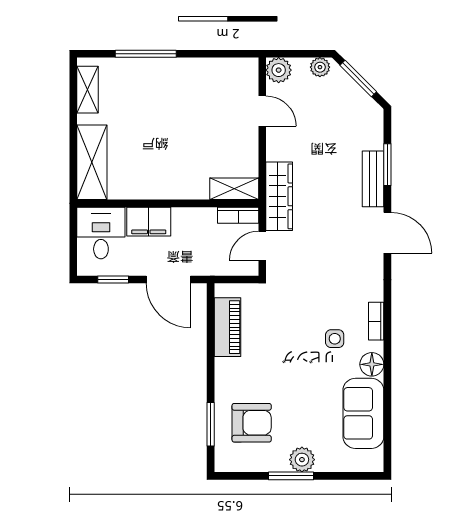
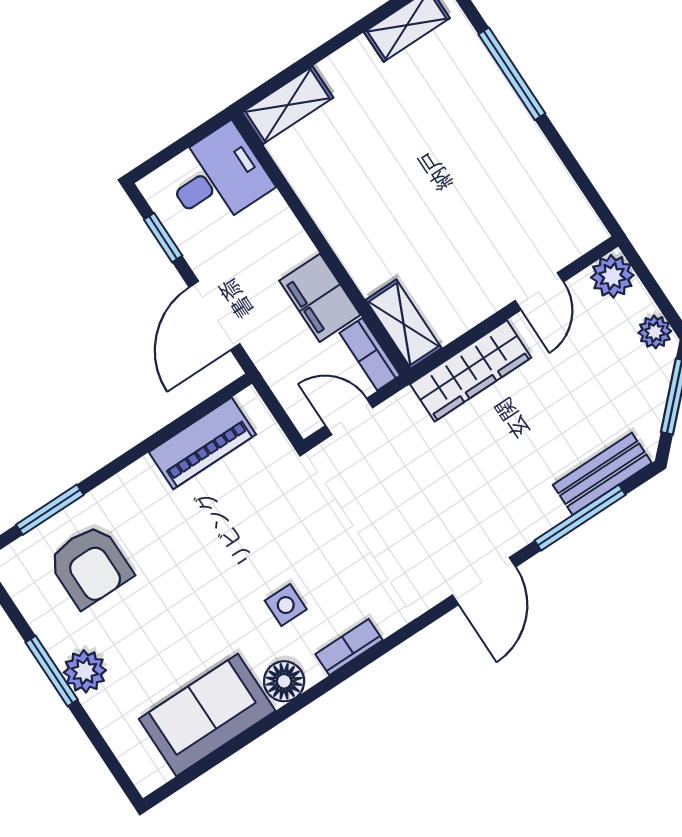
shelving: (92, 162) -> (288, 105), width x0.67, depth x0.75
window: (387, 165) -> (580, 518), width x1.44
bench: (373, 179) -> (602, 474), moved
wardrobe: (279, 196) -> (471, 371), moved
filing cabinet: (149, 222) -> (320, 298), moved

